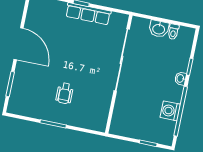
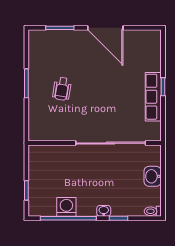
toilet: (173, 32) -> (153, 211), moved
door: (18, 44) -> (105, 28), hinge flipped
wheelchair: (65, 93) -> (62, 89), turned -81

